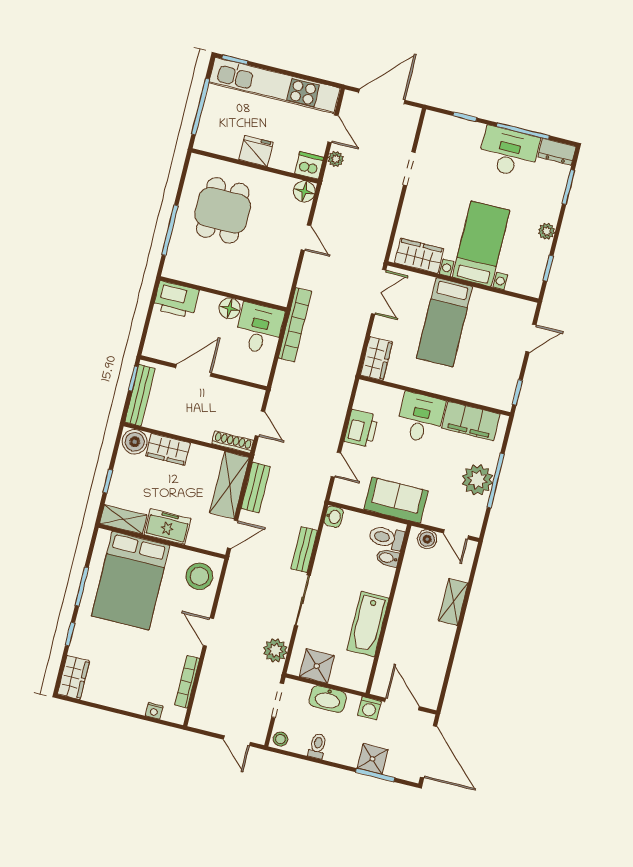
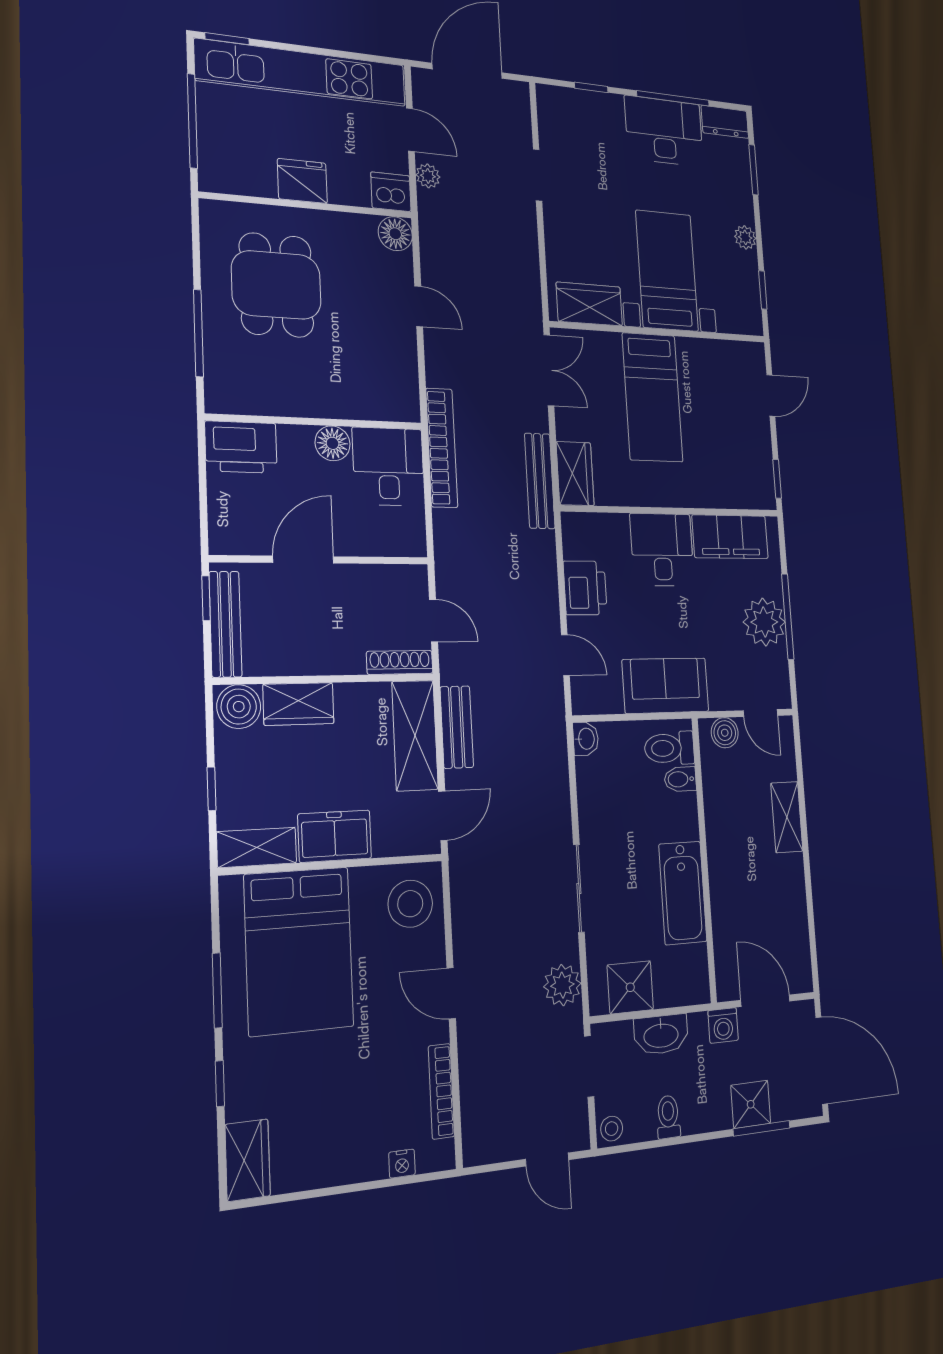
bench: (304, 550) -> (540, 481), moved, width x1.36

